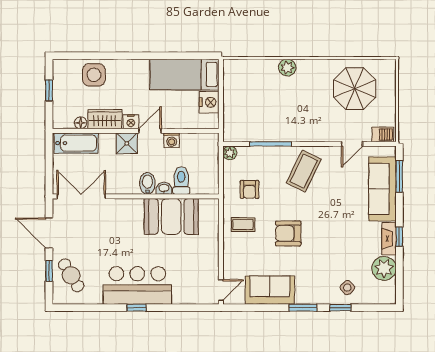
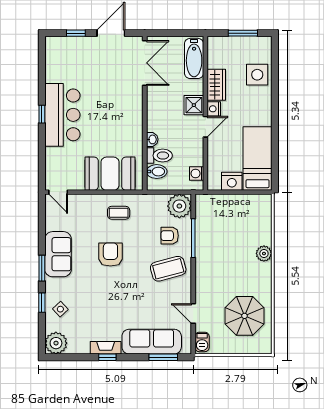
window: (49, 90) -> (243, 33), width x1.50
floor lamp: (81, 123) -> (213, 62), removed
door: (150, 131) -> (205, 127), hinge flipped
washing machine: (172, 140) -> (197, 174), moved
plant: (230, 153) -> (179, 206), width x1.88, depth x1.88
coffee table: (304, 171) -> (168, 269), turned -41
bidet: (147, 183) -> (157, 172), moved
armchair: (249, 189) -> (170, 236), moved
booth: (171, 216) -> (110, 174), moved, turned 90
coffee table: (243, 225) -> (119, 213), turned 90
plant: (384, 268) -> (56, 343), moved
cafe table: (71, 275) -> (72, 54), removed
sofa: (270, 290) -> (58, 254), moved

